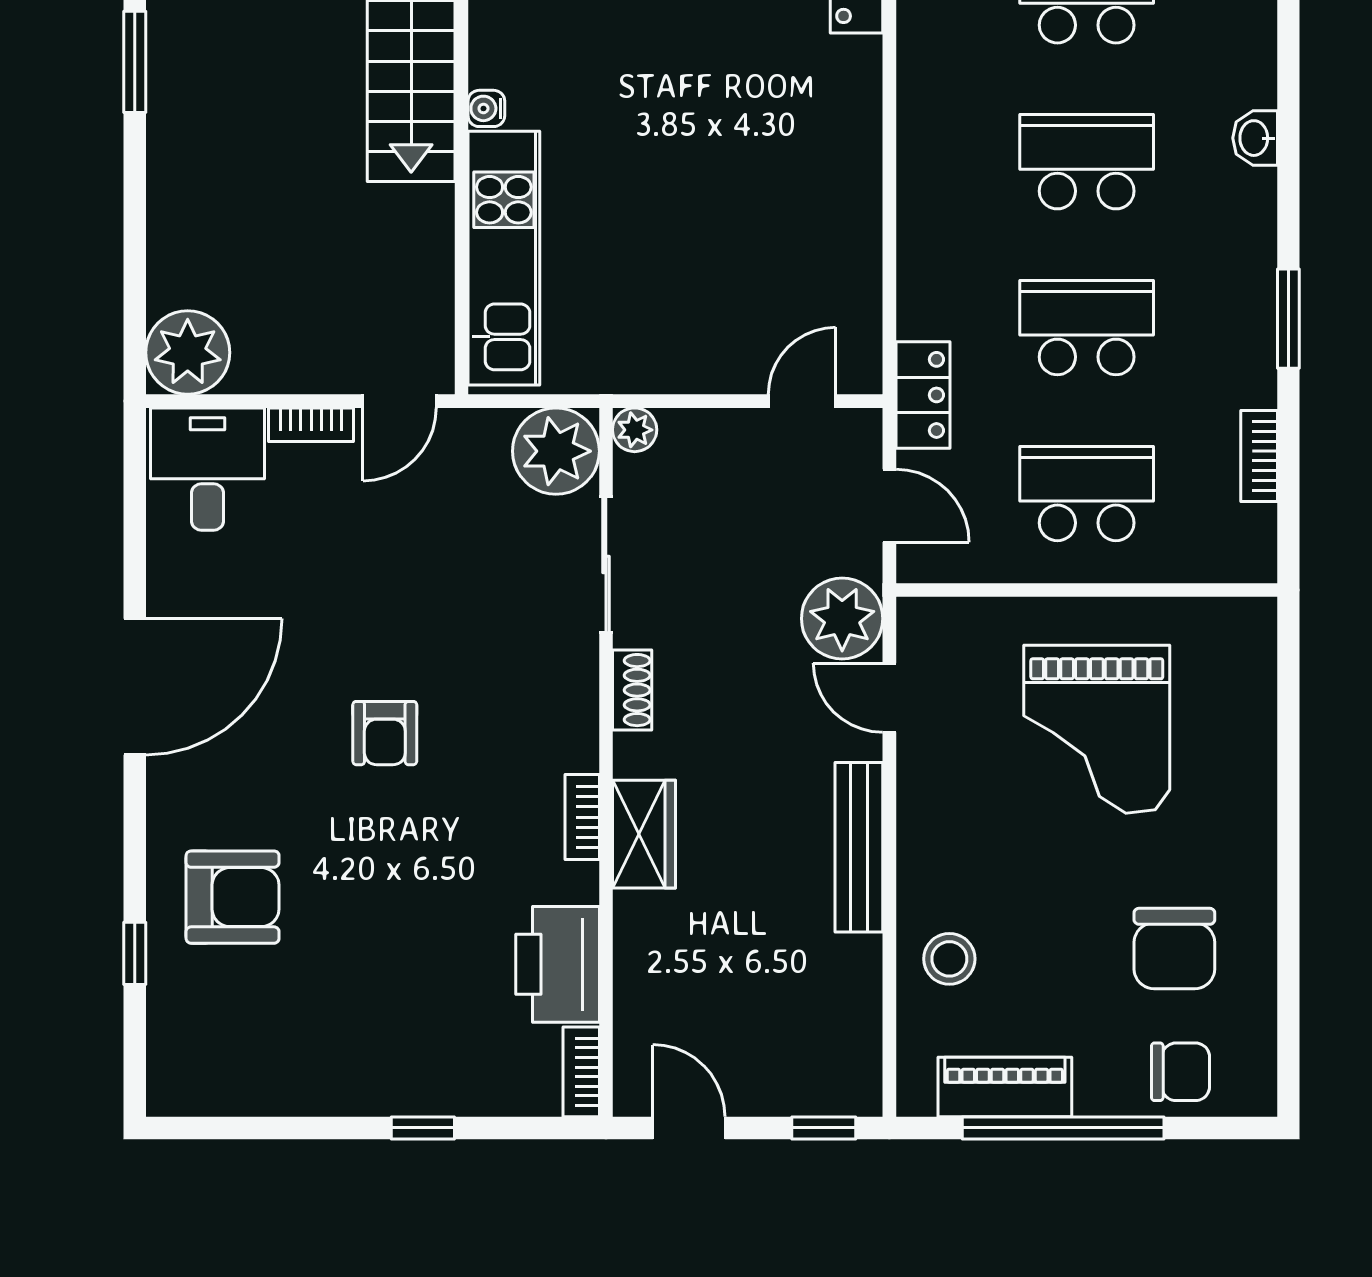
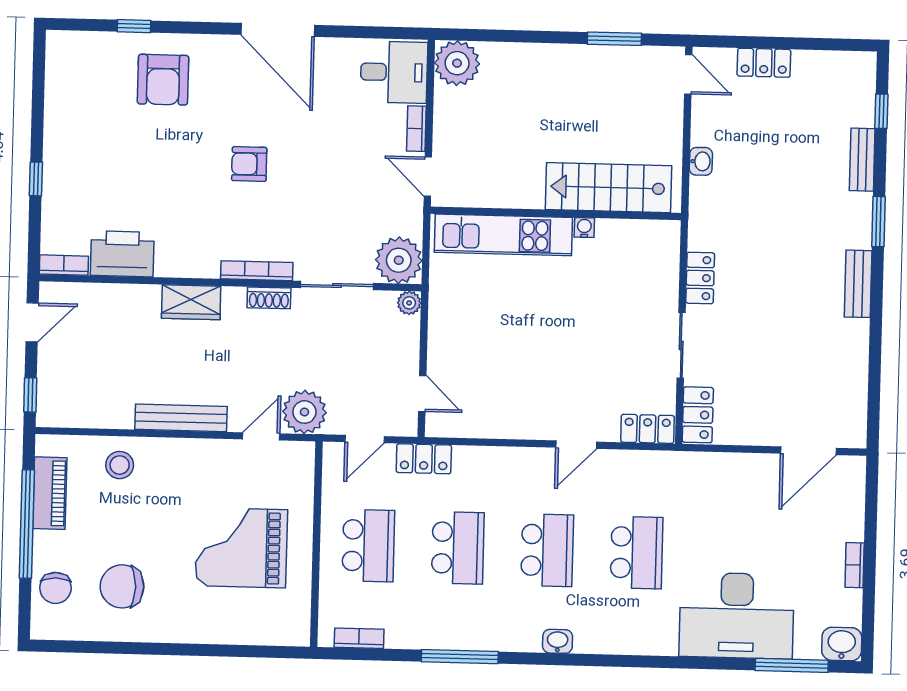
door: (889, 113) -> (576, 445), added
window: (1288, 319) -> (460, 657), width x1.44
bookcase: (1259, 456) -> (359, 638), moved
bookcase: (582, 817) -> (257, 271), moved, width x1.56

